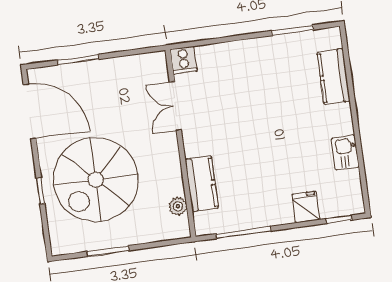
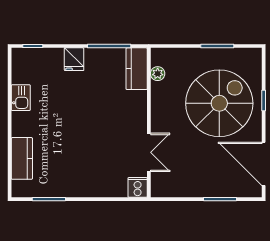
kitchen counter: (202, 184) -> (137, 69), moved
fridge: (306, 207) -> (74, 59), moved

